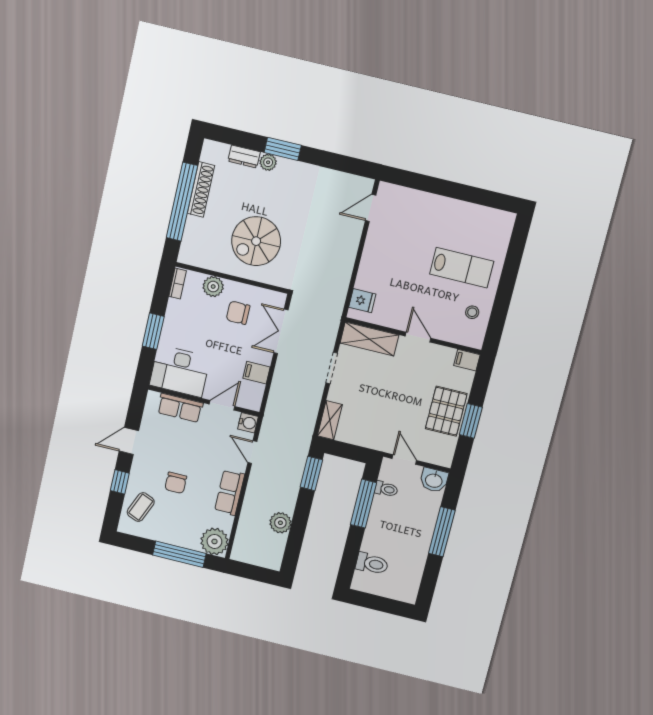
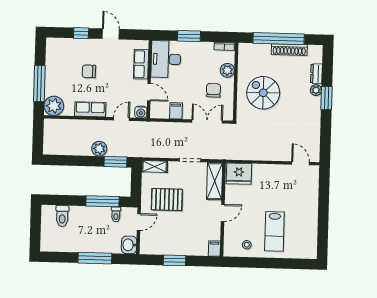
fridge: (362, 301) -> (239, 174), width x1.88, depth x1.34
pallet: (446, 411) -> (167, 200), moved
coffee table: (141, 507) -> (67, 51), removed
plant: (280, 523) -> (99, 149), moved

